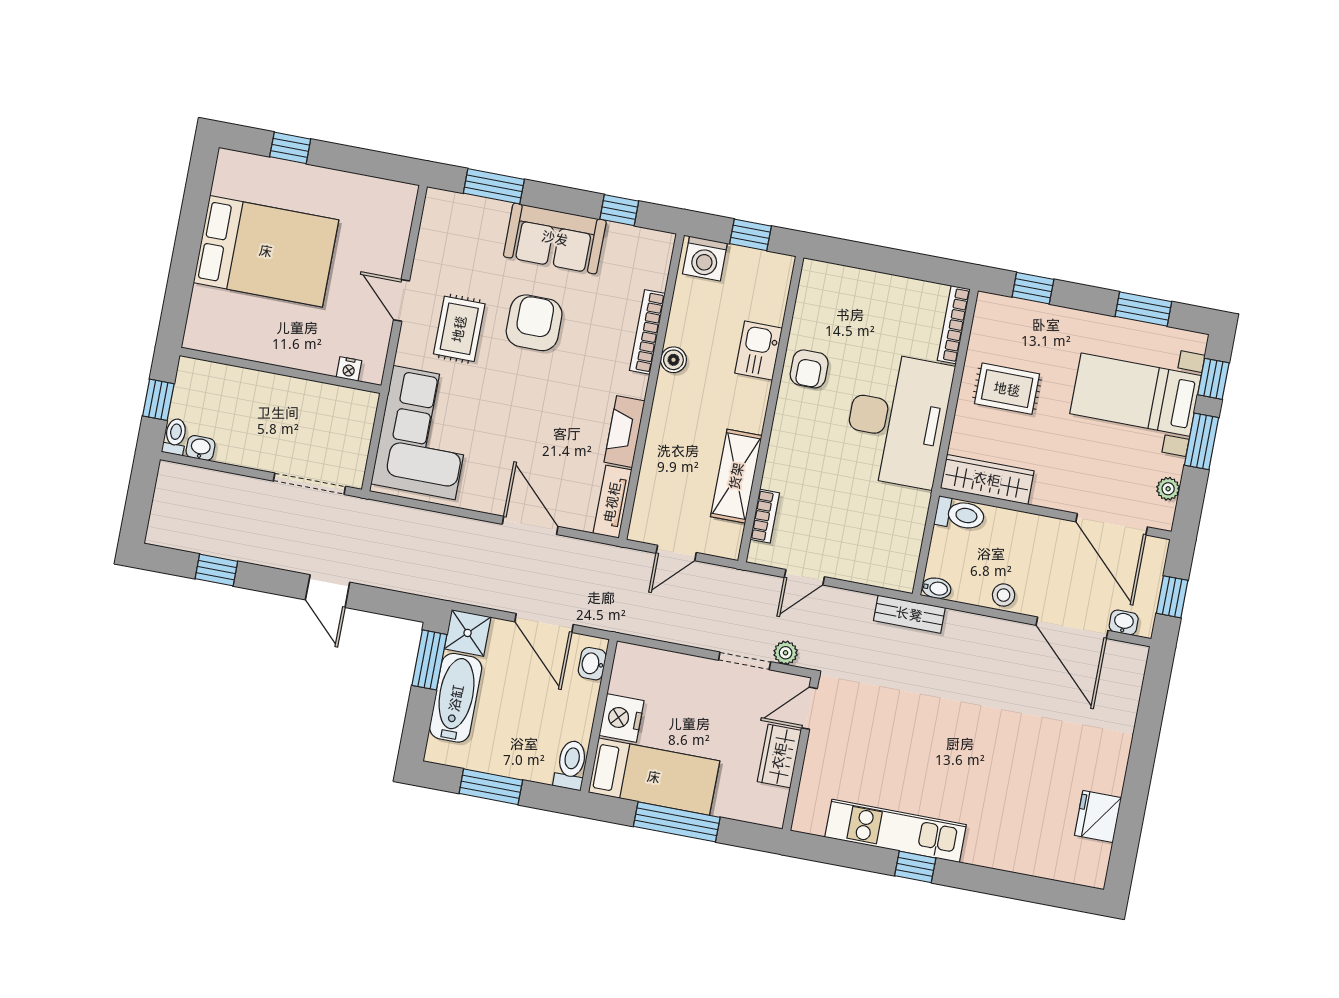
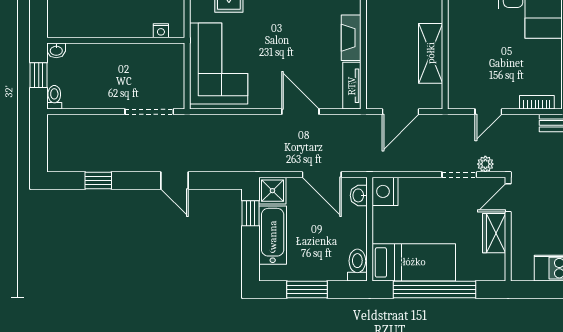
washbasin: (200, 448) -> (56, 50), moved, turned 180
bookcase: (765, 516) -> (537, 102), moved, turned -90
door: (676, 553) -> (401, 112), width x1.37
window: (429, 660) -> (250, 213), width x0.67
nightstand: (622, 718) -> (385, 191), moved
window: (677, 822) -> (434, 290), width x1.46

